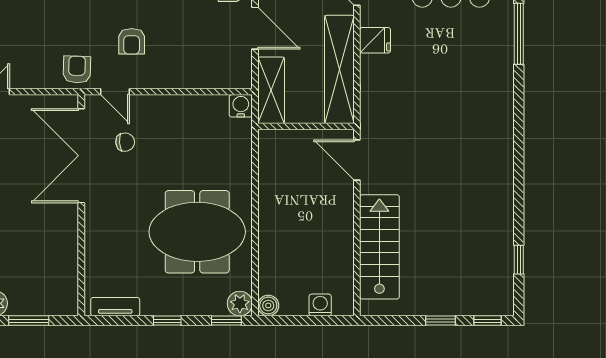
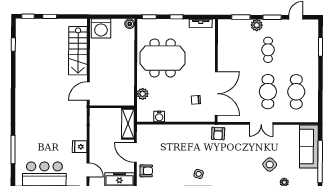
armchair: (132, 41) -> (193, 147), removed
shelving: (339, 69) -> (96, 133), removed
door: (115, 92) -> (200, 123), removed
water cooler: (241, 106) -> (159, 116), moved
door: (357, 160) -> (88, 91), swing flipped
plant: (240, 304) -> (143, 94), moved
washing machine: (320, 305) -> (101, 28), width x1.89, depth x1.89

